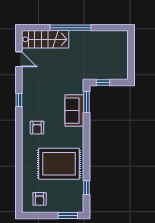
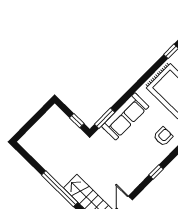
sofa: (74, 111) -> (125, 116), width x1.36

